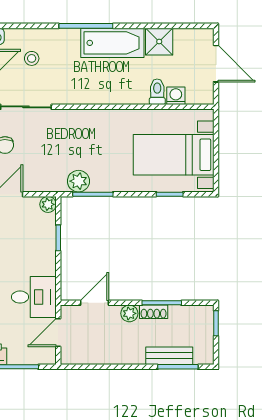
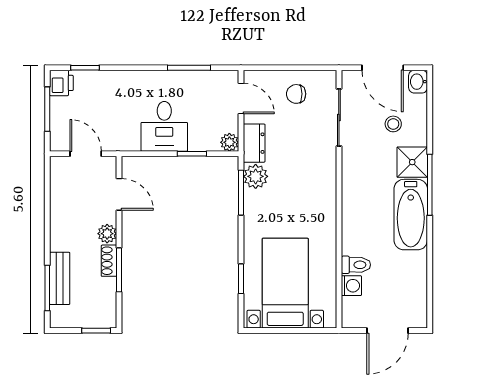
shower: (159, 42) -> (412, 162), moved
dresser: (49, 182) -> (254, 143), added
desk: (34, 297) -> (164, 126), moved

